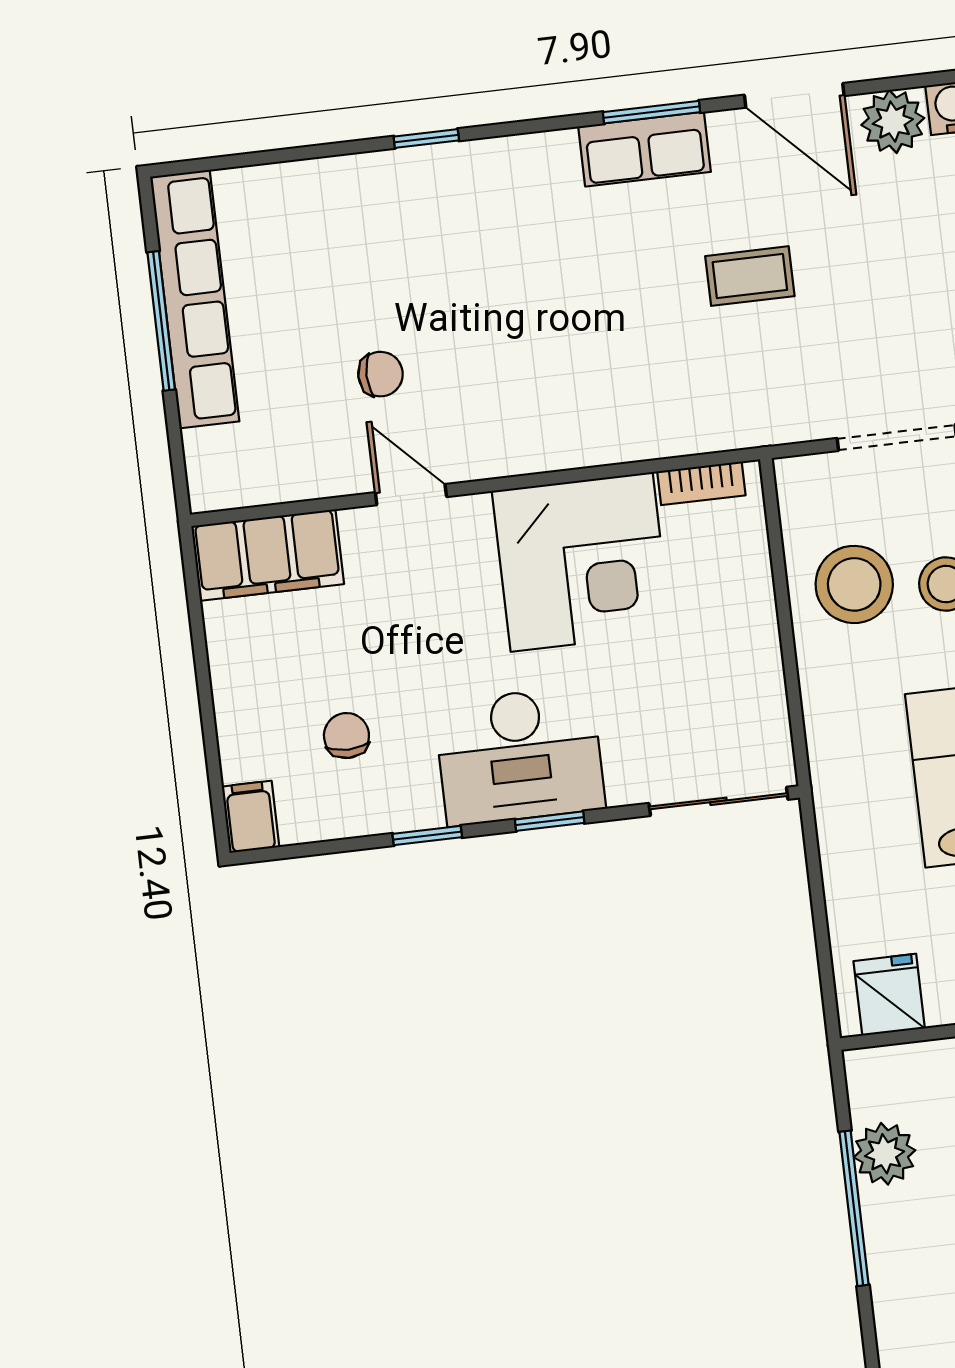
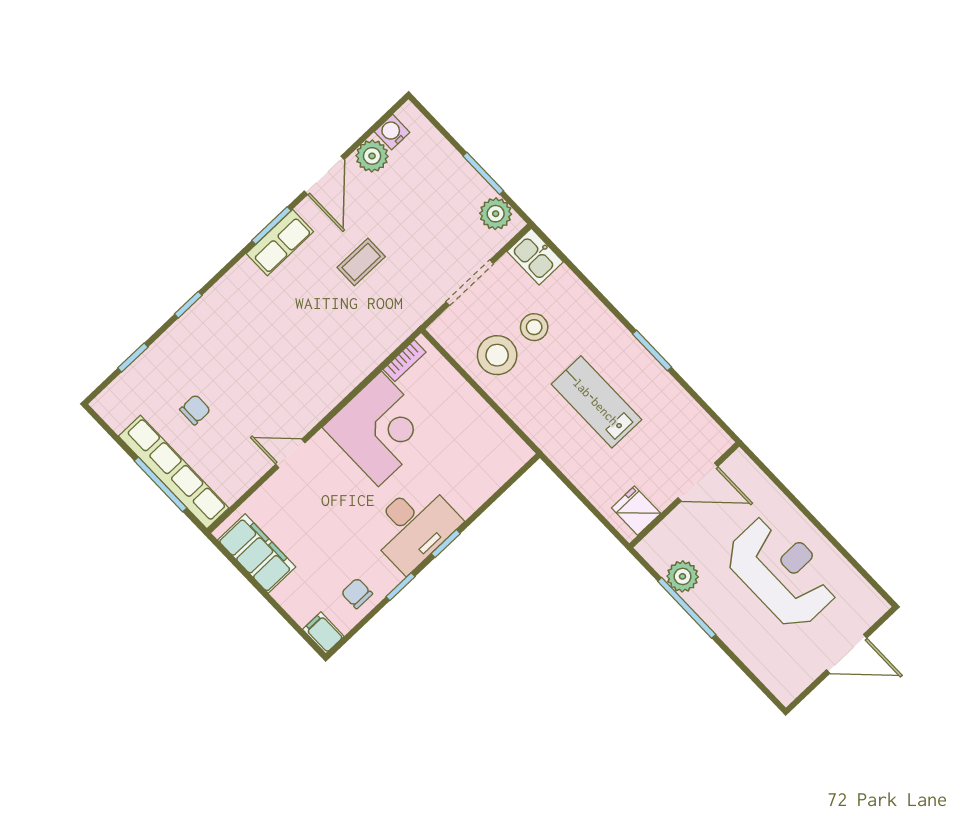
door: (794, 95) -> (324, 175), hinge flipped
window: (276, 156) -> (133, 357), added
row of seats: (195, 299) -> (174, 472), moved
window: (161, 321) -> (161, 484), moved
chair: (380, 374) -> (195, 410), moved
filing cabinet: (268, 555) -> (257, 553), moved, turned -90
chair: (346, 736) -> (357, 593), moved
sliding door: (718, 801) -> (508, 484), removed

